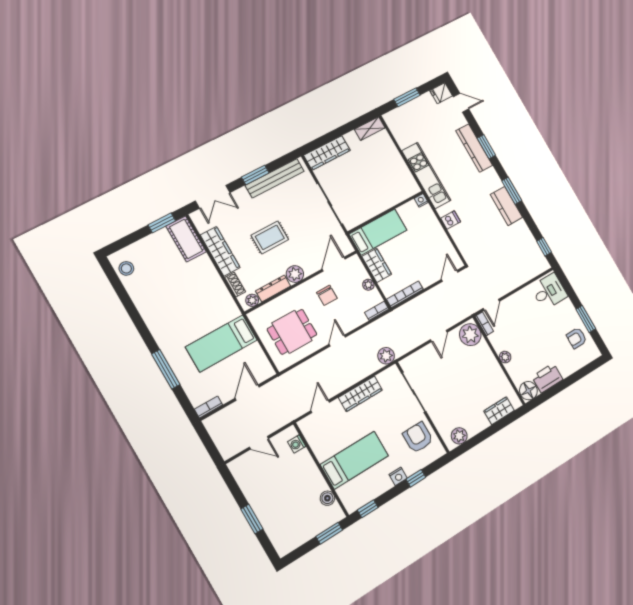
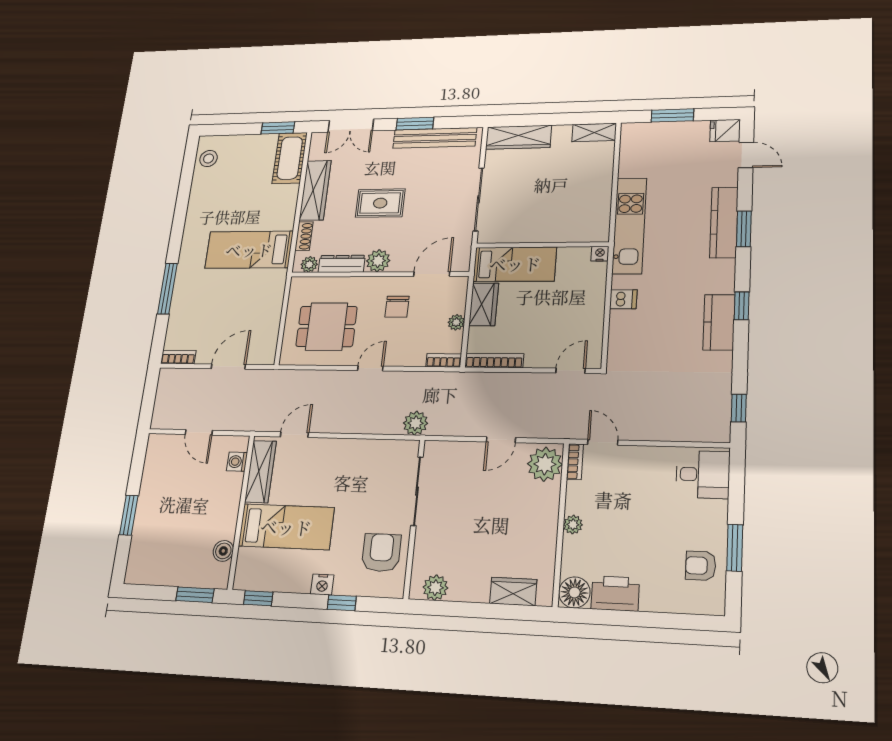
window: (512, 191) -> (742, 306), width x0.67
door: (491, 305) -> (603, 442), swing flipped
bed: (221, 343) -> (249, 250), moved
wardrobe: (360, 394) -> (261, 472), moved, turned -90

